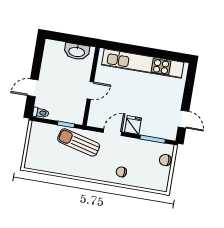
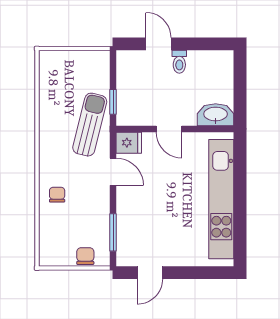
washbasin: (77, 52) -> (216, 115), moved, turned 90
toilet: (41, 113) -> (179, 62), moved
fridge: (133, 125) -> (129, 143), moved

